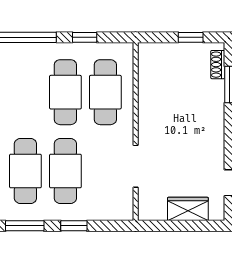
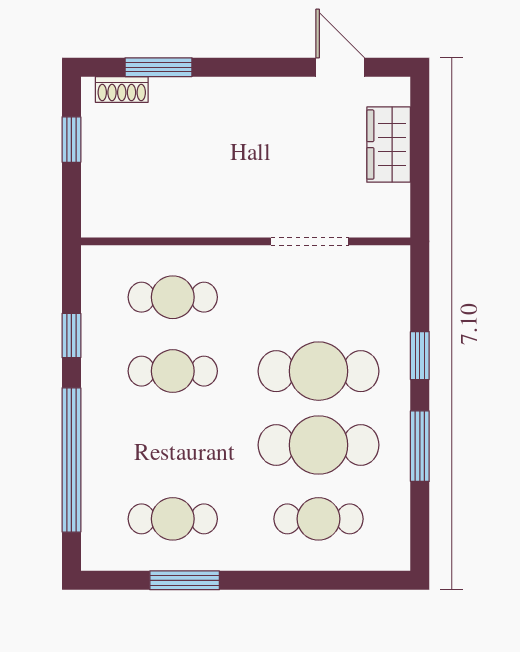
cafe table: (65, 92) -> (173, 371), width x0.73, depth x0.74
cafe table: (105, 92) -> (173, 297), width x0.73, depth x0.74

